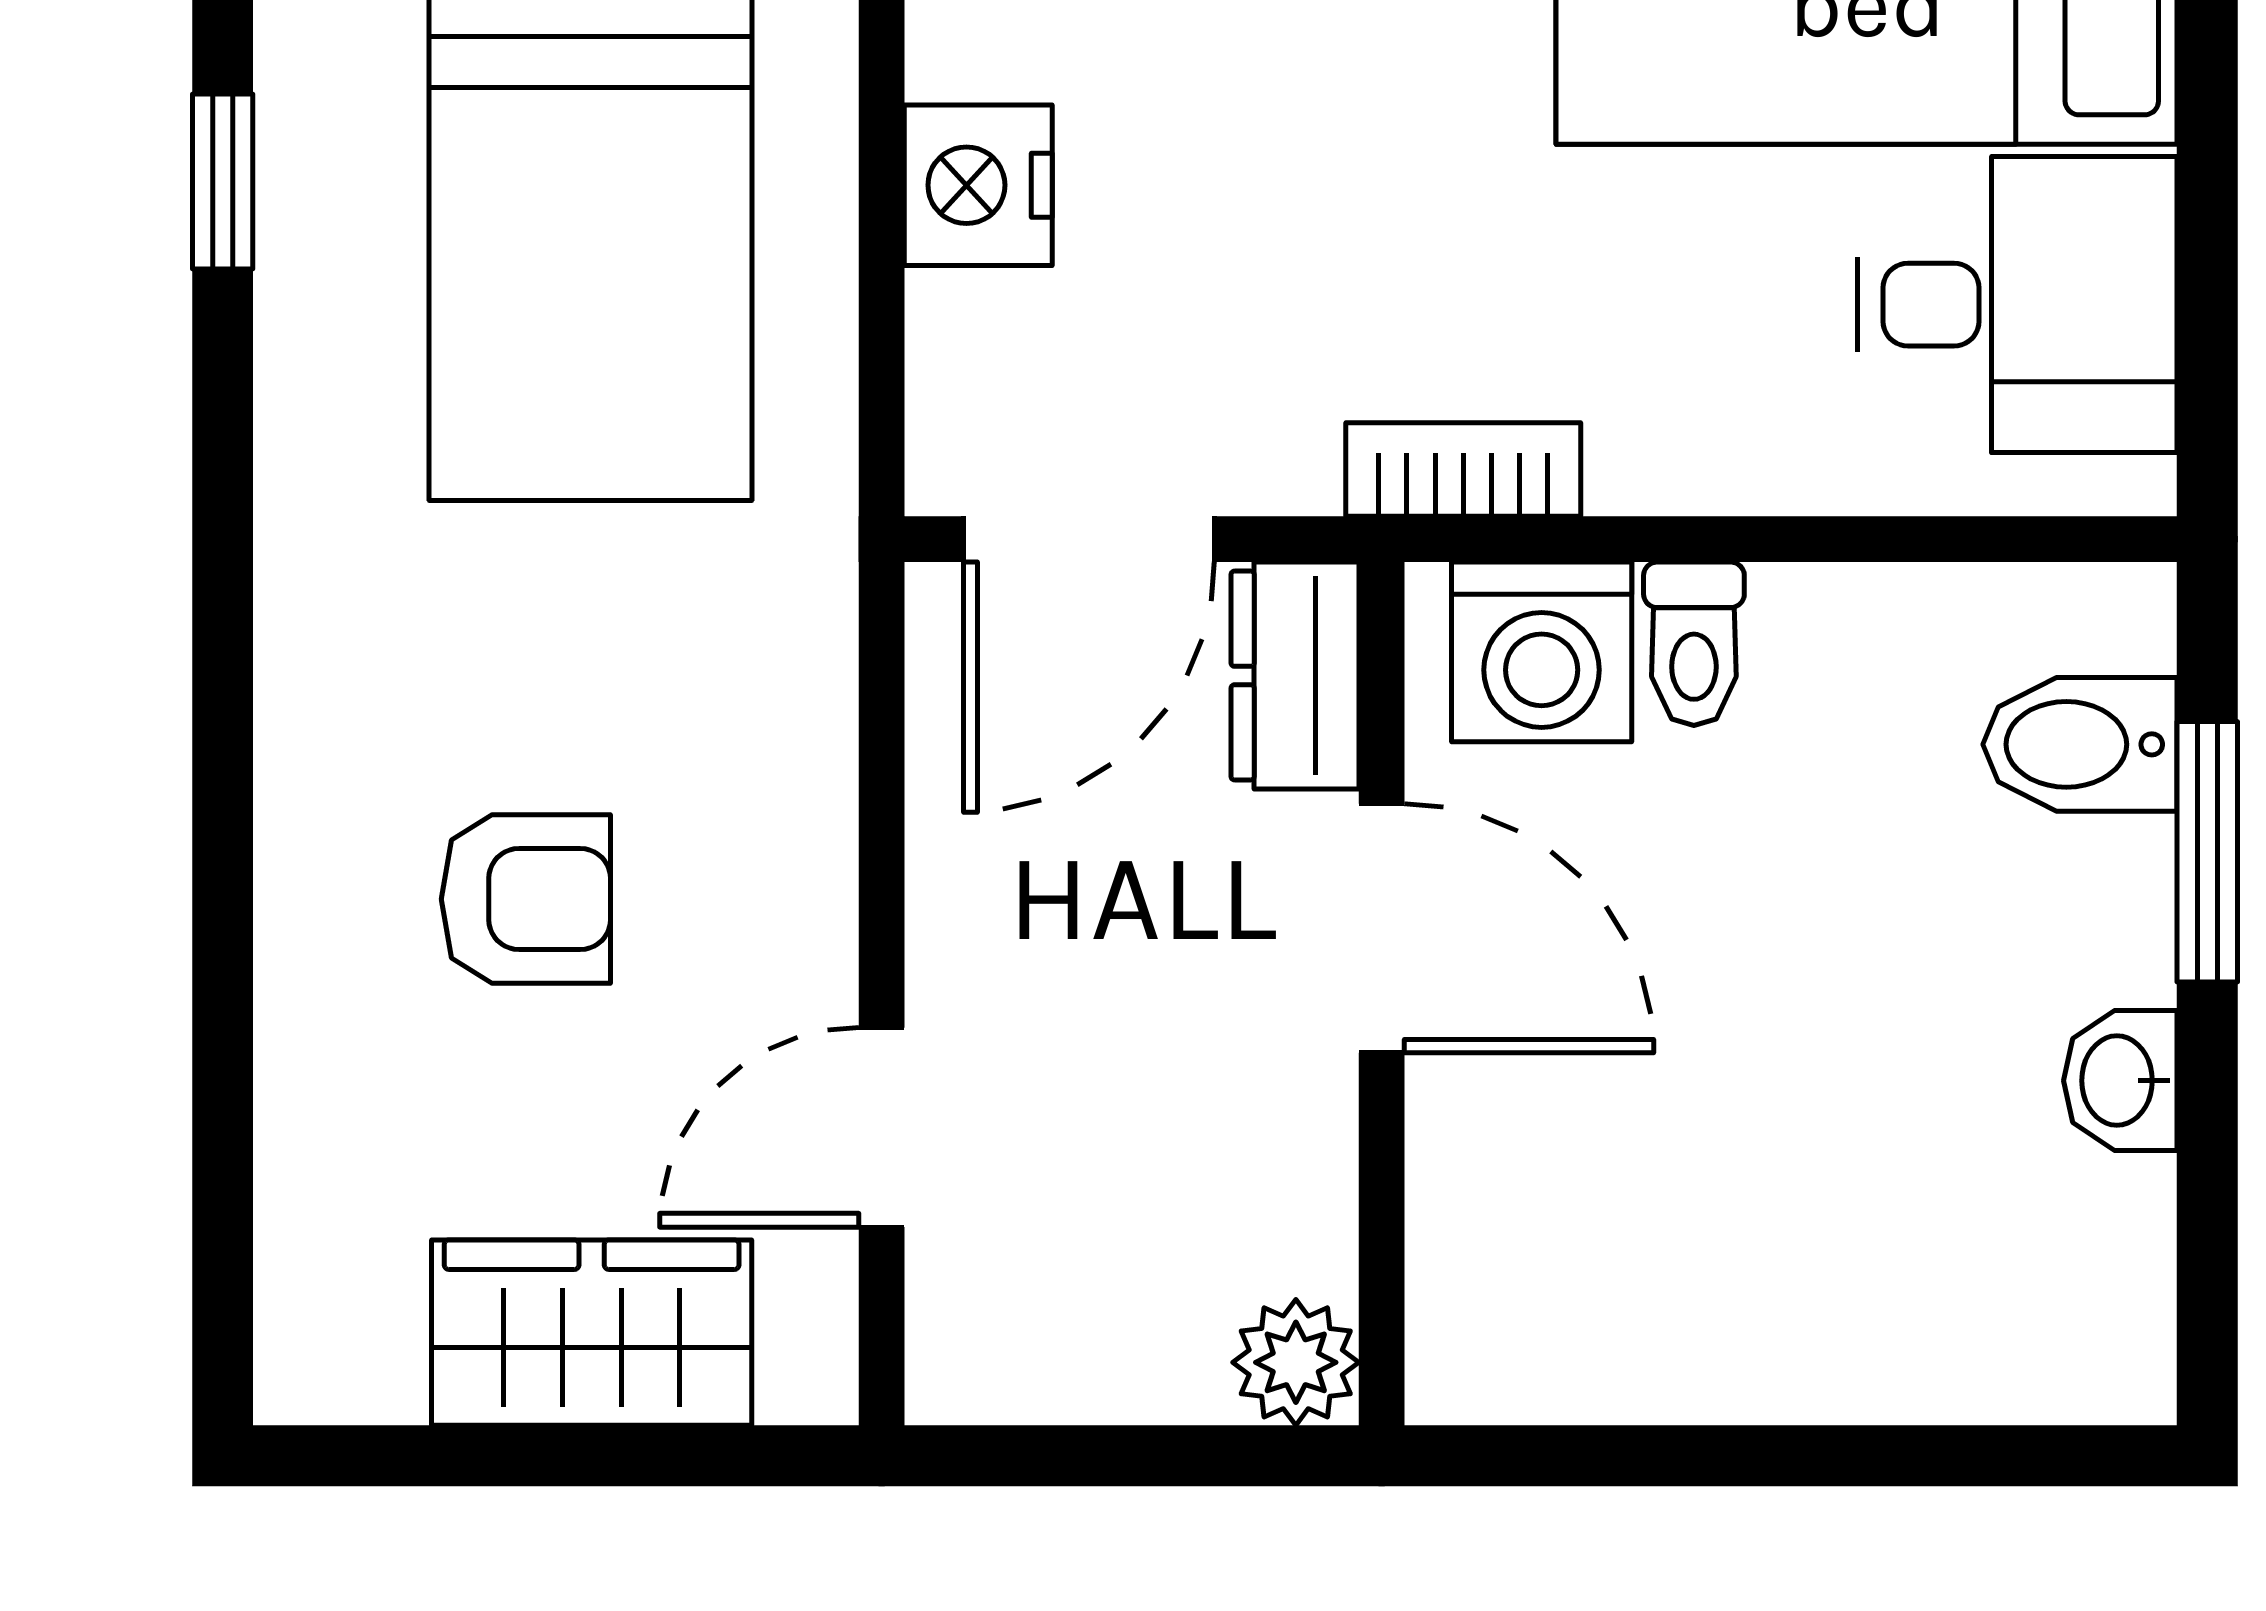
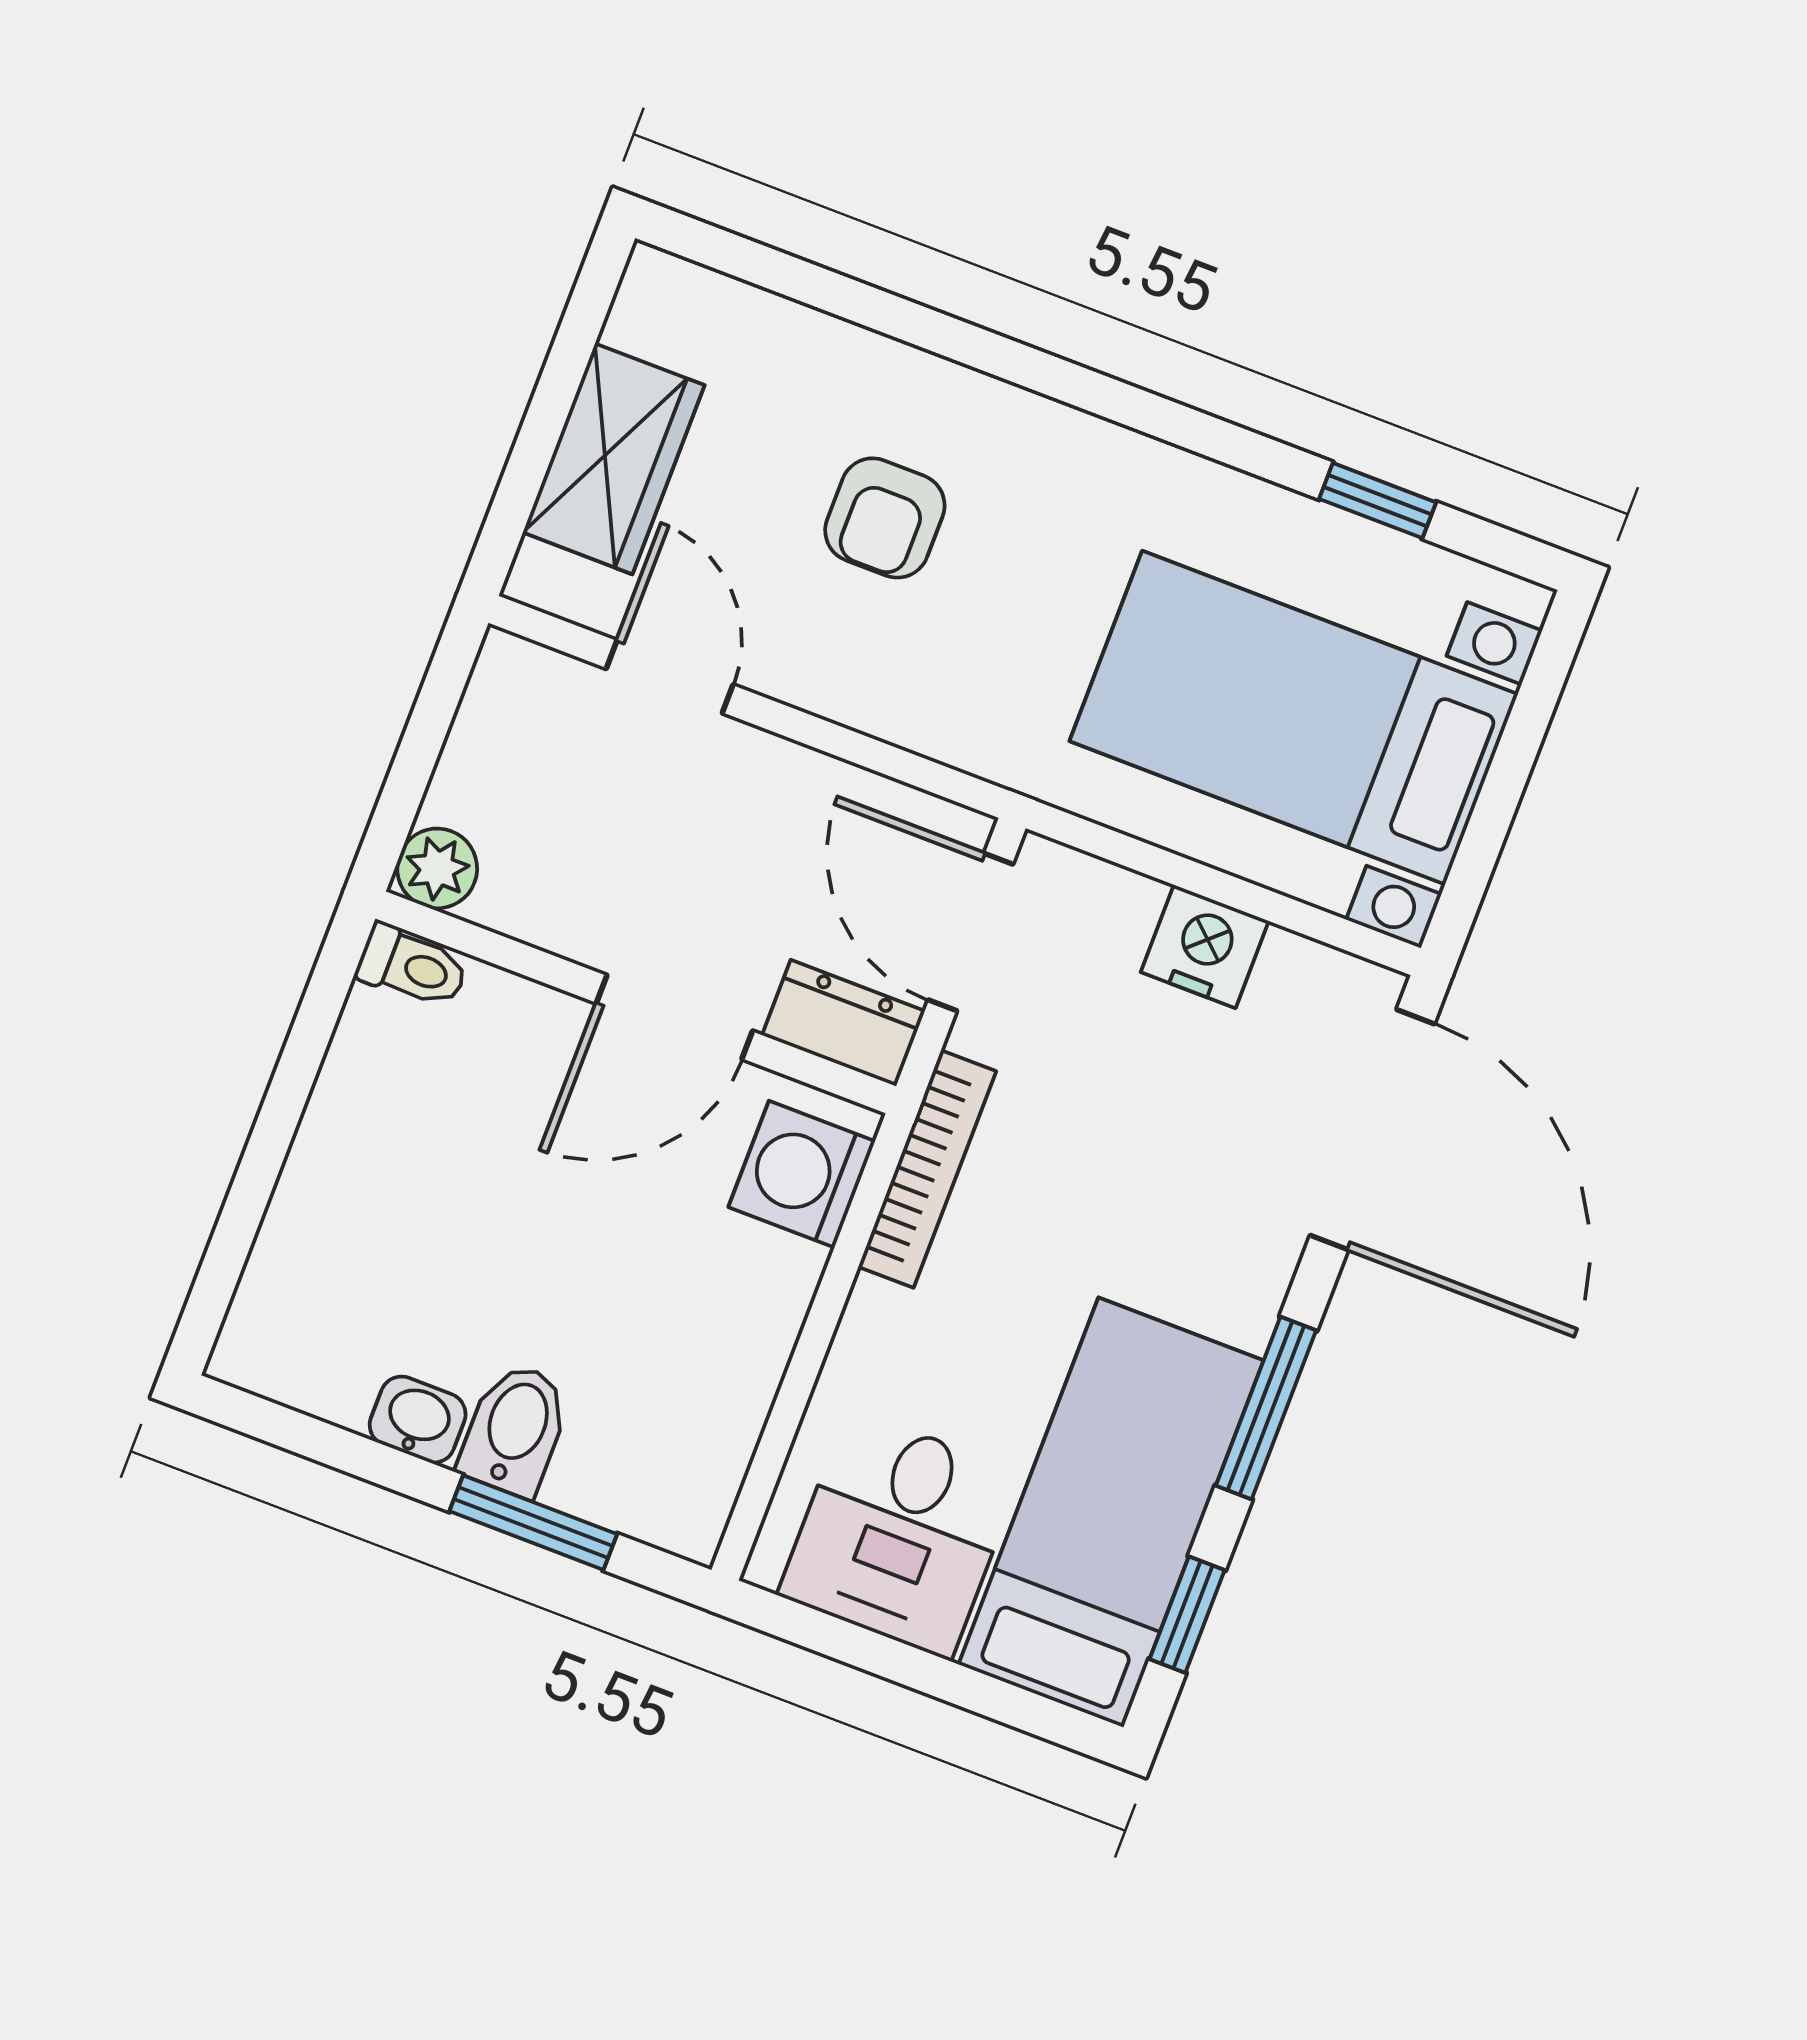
bookcase: (1463, 470) -> (927, 1169), width x1.56
toilet: (1694, 644) -> (412, 967), moved, turned 180
bidet: (2080, 744) -> (515, 1429), moved

